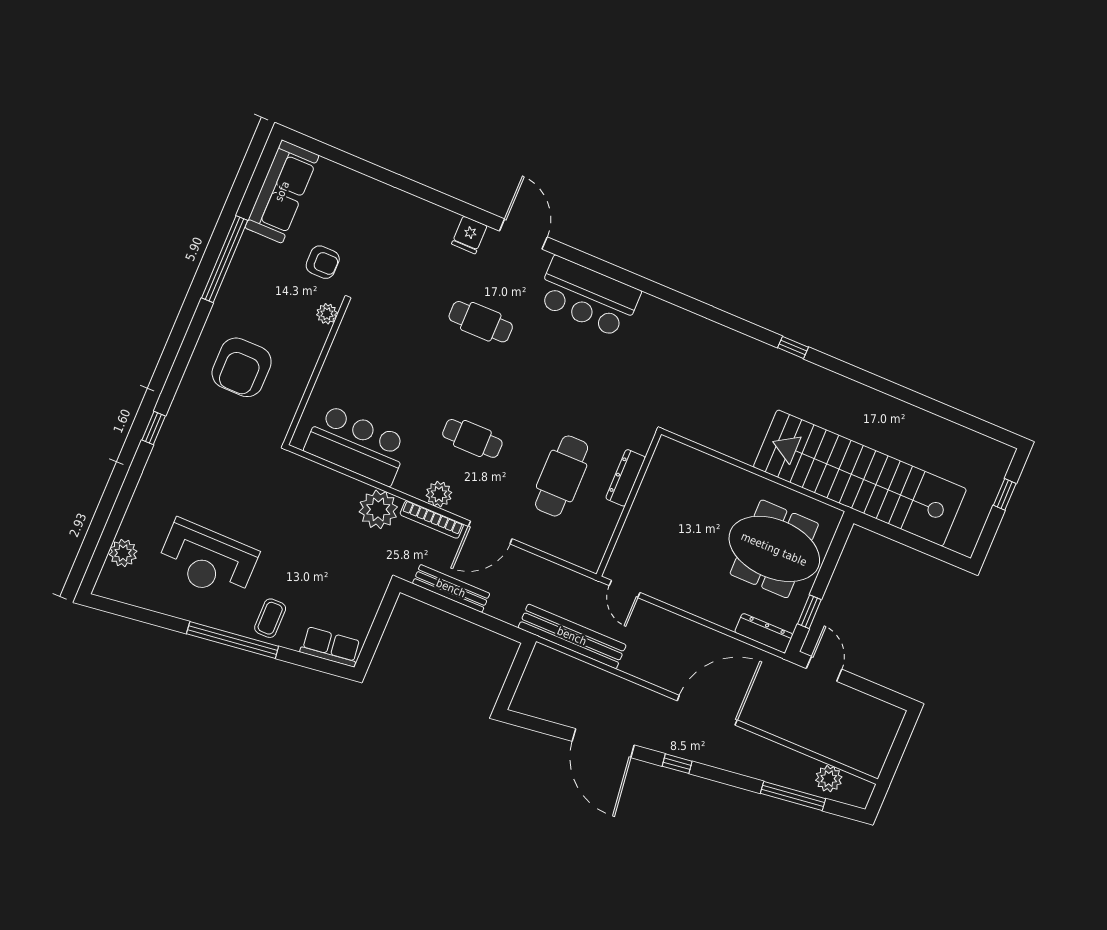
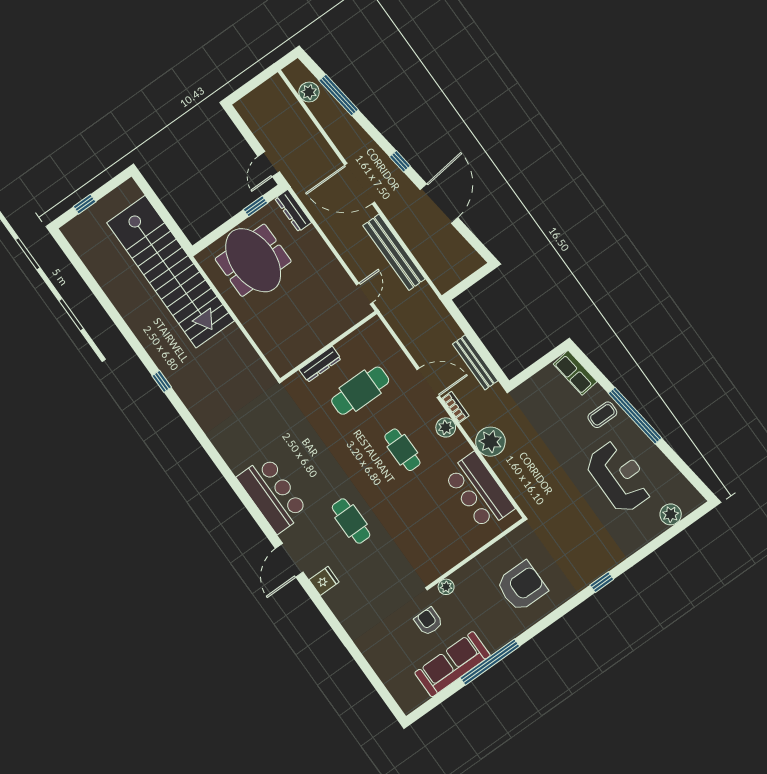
sofa: (282, 191) -> (452, 664), moved
bookcase: (432, 519) -> (455, 407), width x0.64
bench: (572, 636) -> (394, 252), moved

